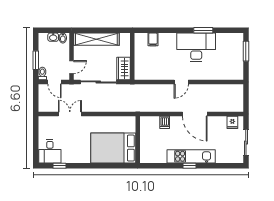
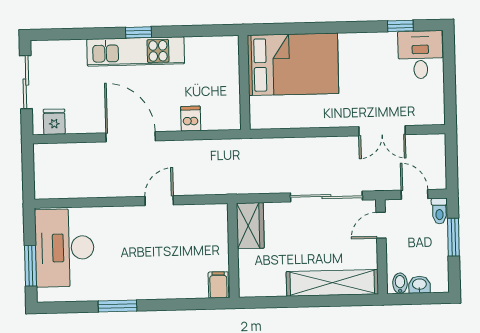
desk: (196, 47) -> (64, 248), moved, turned 90
wall: (132, 56) -> (233, 250), moved
wardrobe: (124, 68) -> (250, 226), moved

